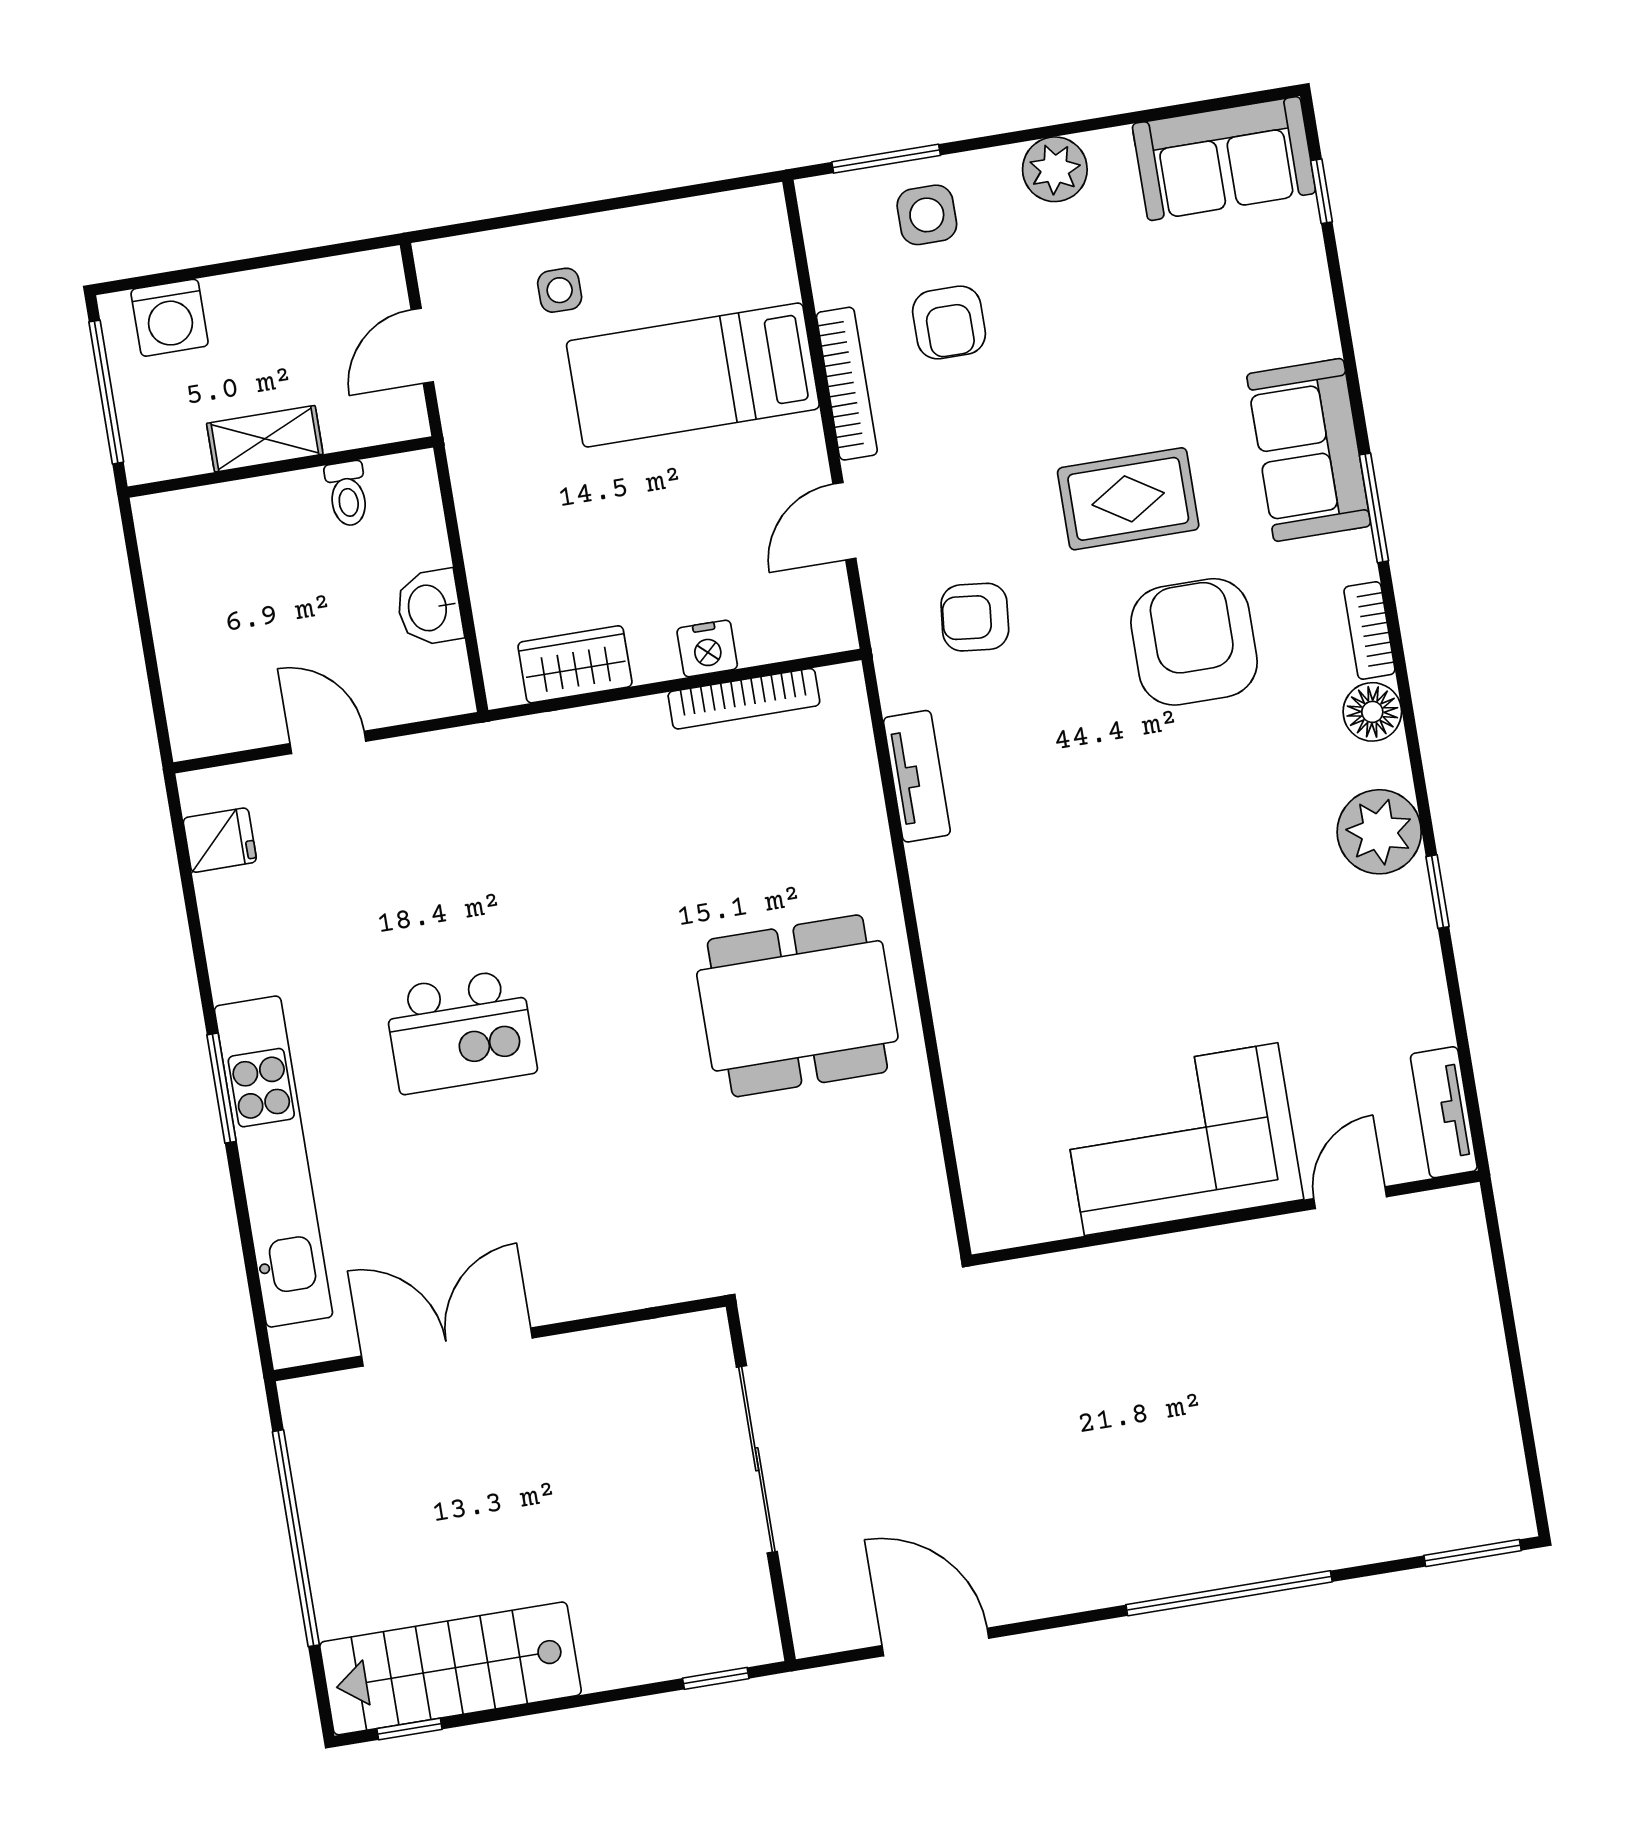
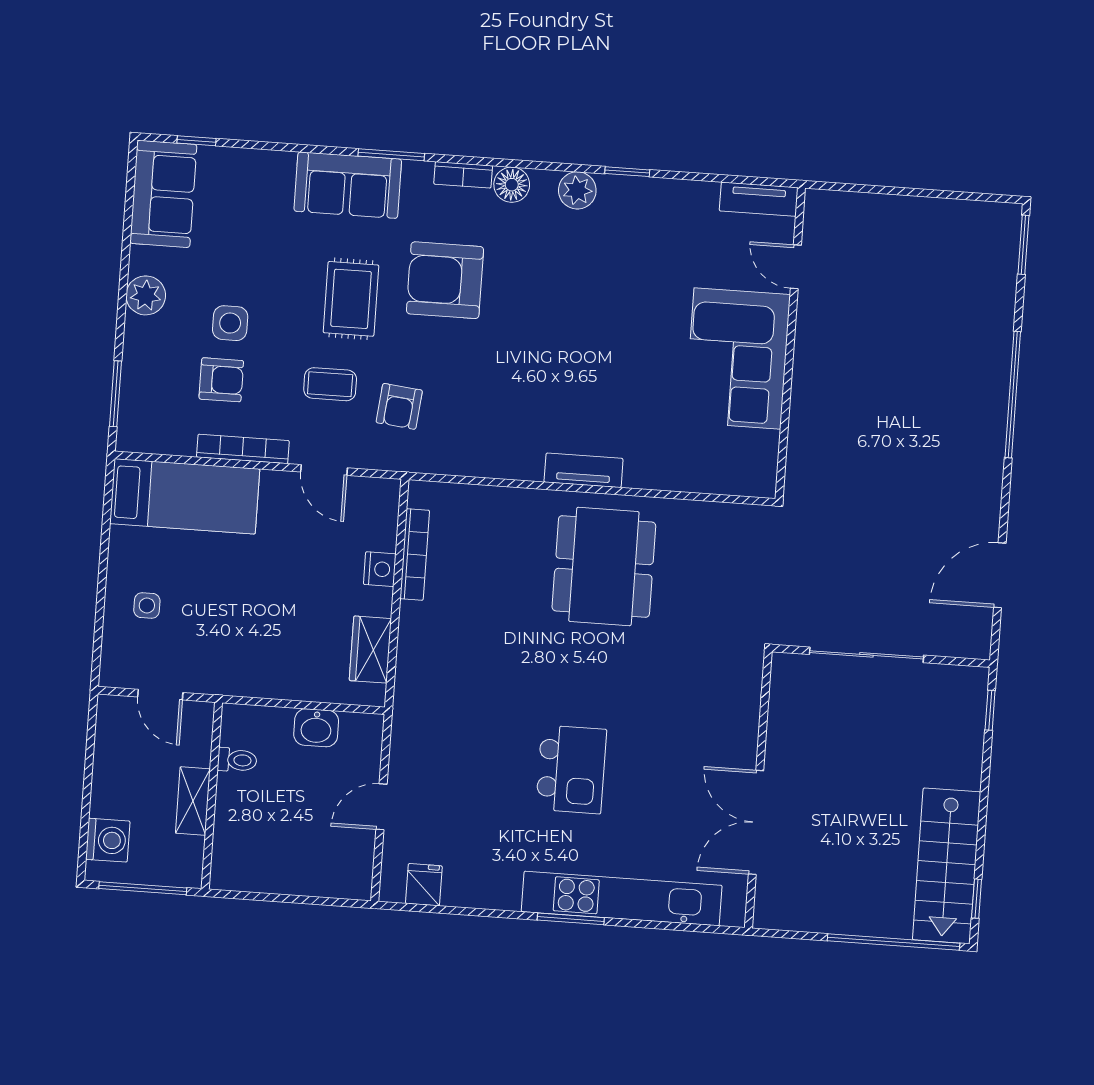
side table: (927, 215) -> (230, 323), moved
bed: (693, 375) -> (185, 496), moved, turned -90
coffee table: (984, 498) -> (330, 384), added
tv unit: (917, 776) -> (584, 470), moved
plant: (1379, 832) -> (577, 190), width x0.73, depth x0.73
window: (296, 1538) -> (894, 942), moved

